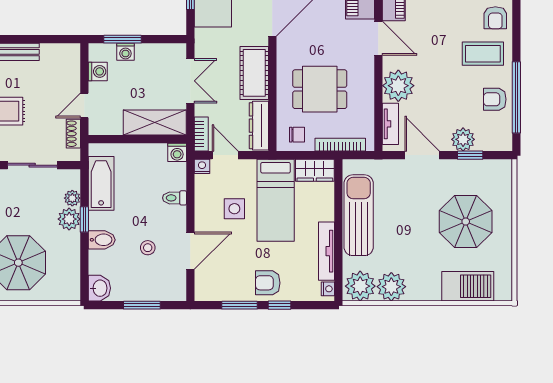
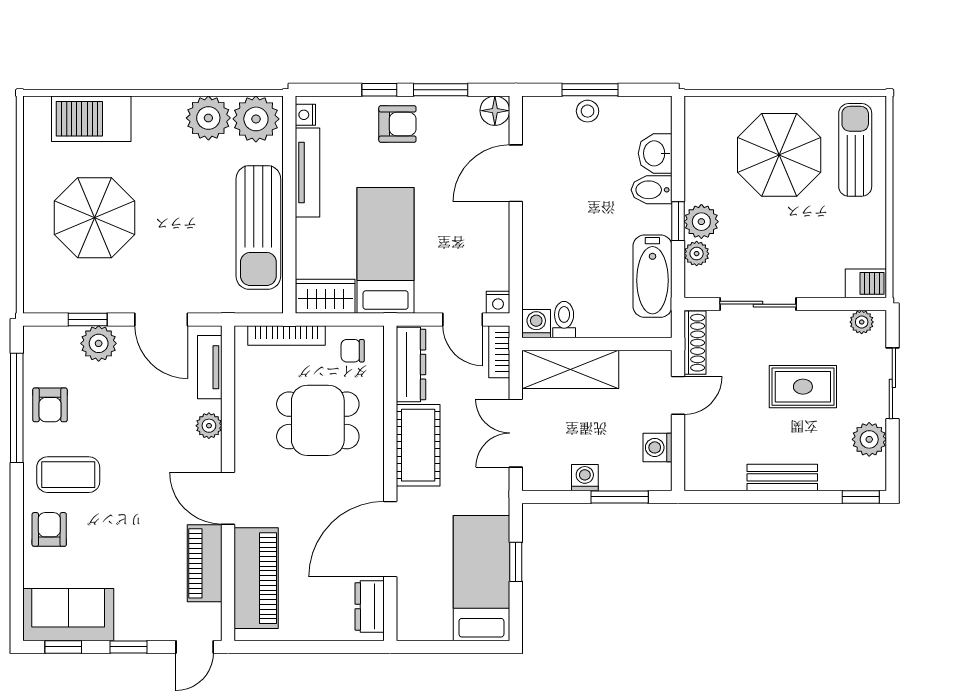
washing machine: (125, 52) -> (585, 478), moved
plant: (398, 86) -> (209, 426), width x0.53, depth x0.53
armchair: (495, 99) -> (50, 405), turned 90
shoe rack: (73, 134) -> (695, 343), width x1.43
toilet: (174, 198) -> (564, 320), moved, turned -90
side table: (234, 209) -> (448, 237), removed
stool: (148, 248) -> (588, 111), moved
washbasin: (99, 288) -> (655, 153), moved
floor lamp: (204, 292) -> (495, 111), added

